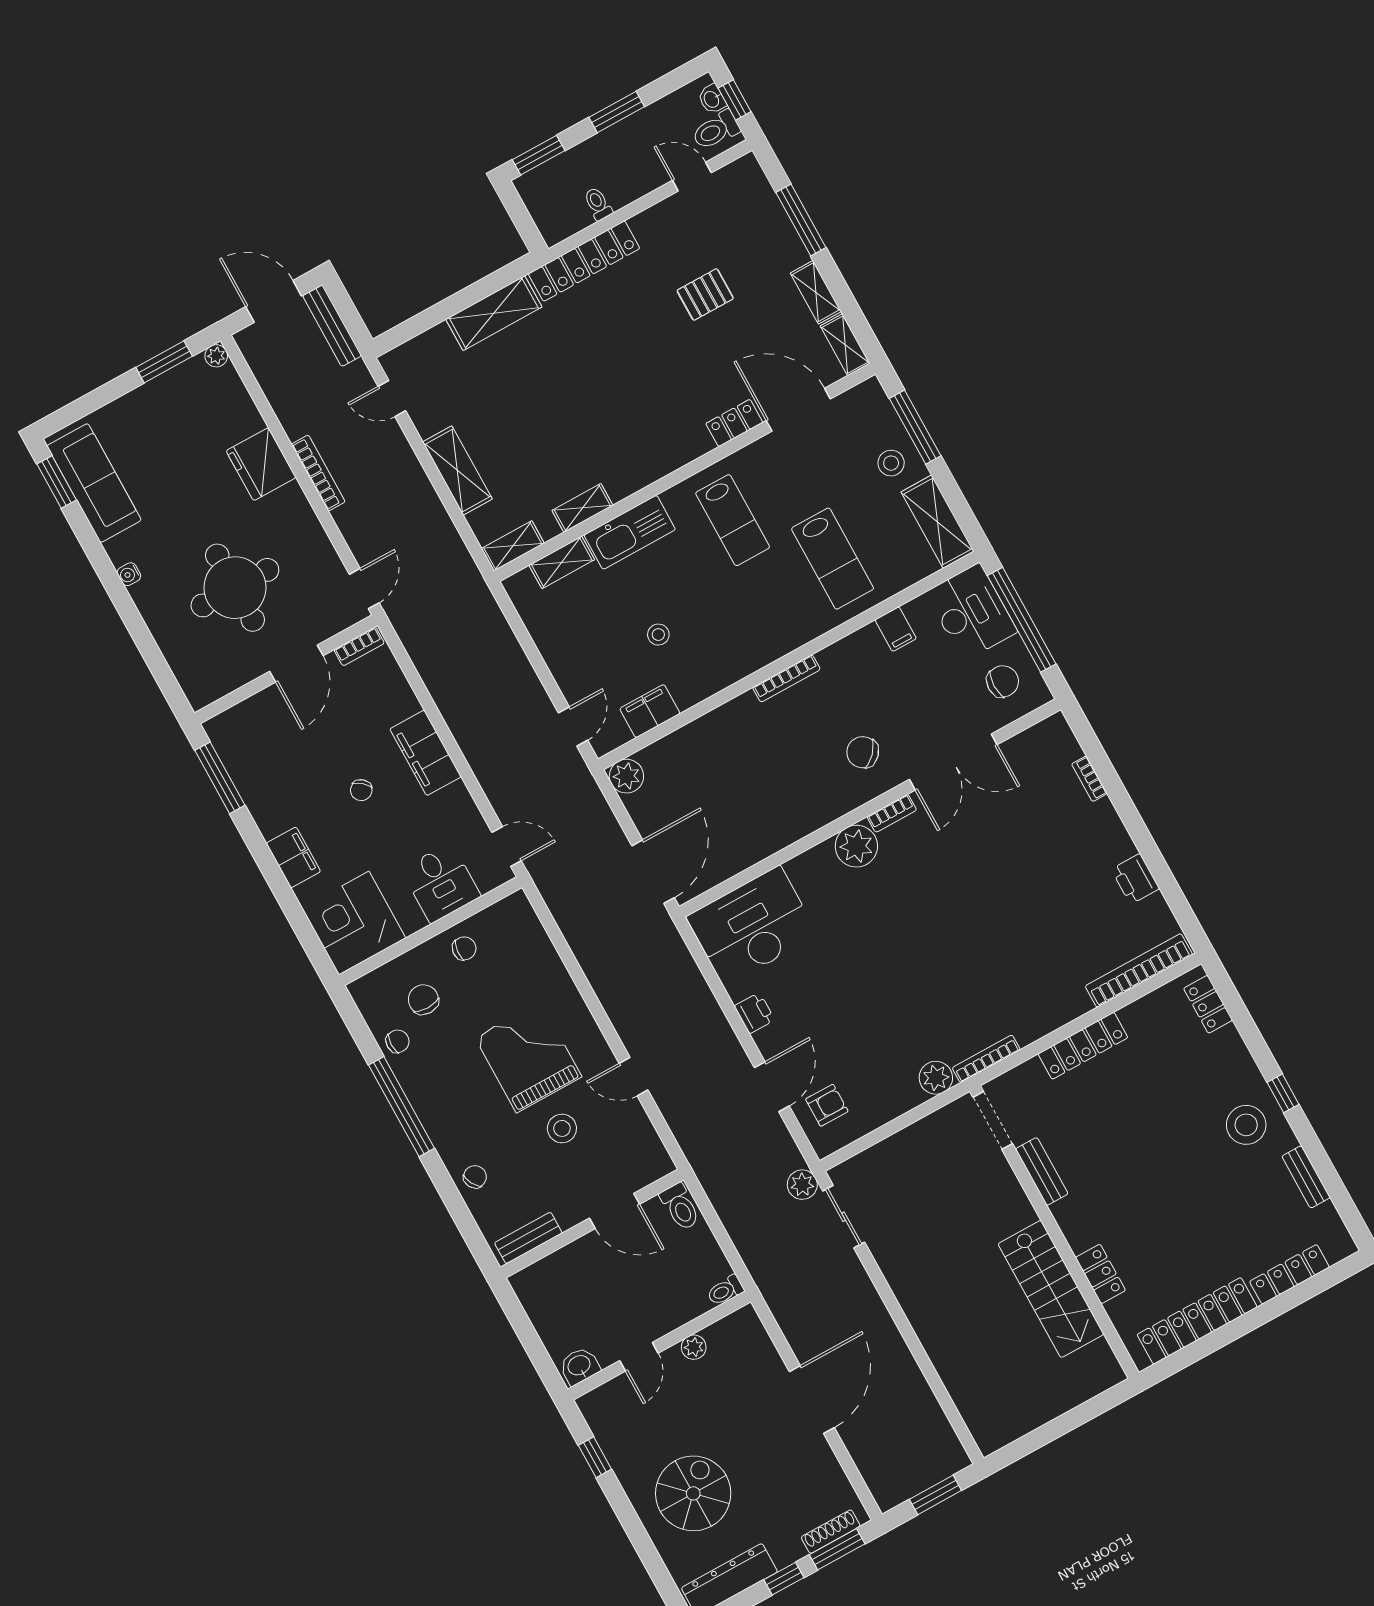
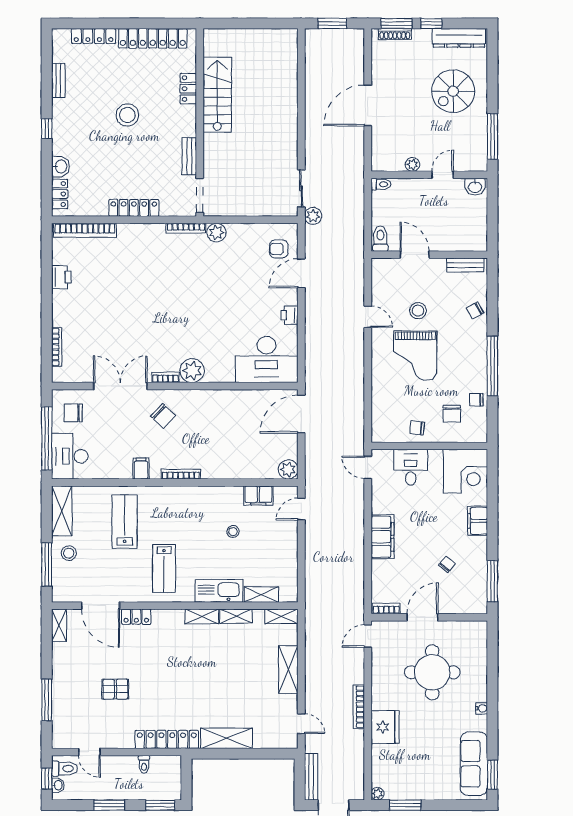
shelving: (816, 292) -> (202, 616), moved, turned 90
lab bench: (733, 520) -> (164, 568), turned 180
filing cabinet: (896, 629) -> (141, 469), moved
bookcase: (1089, 779) -> (57, 347), width x1.56
chair: (361, 790) -> (447, 564), moved
washbasin: (1230, 1047) -> (61, 166), added
stool: (1246, 1125) -> (127, 115), moved
window: (595, 1457) -> (492, 137), width x2.17

